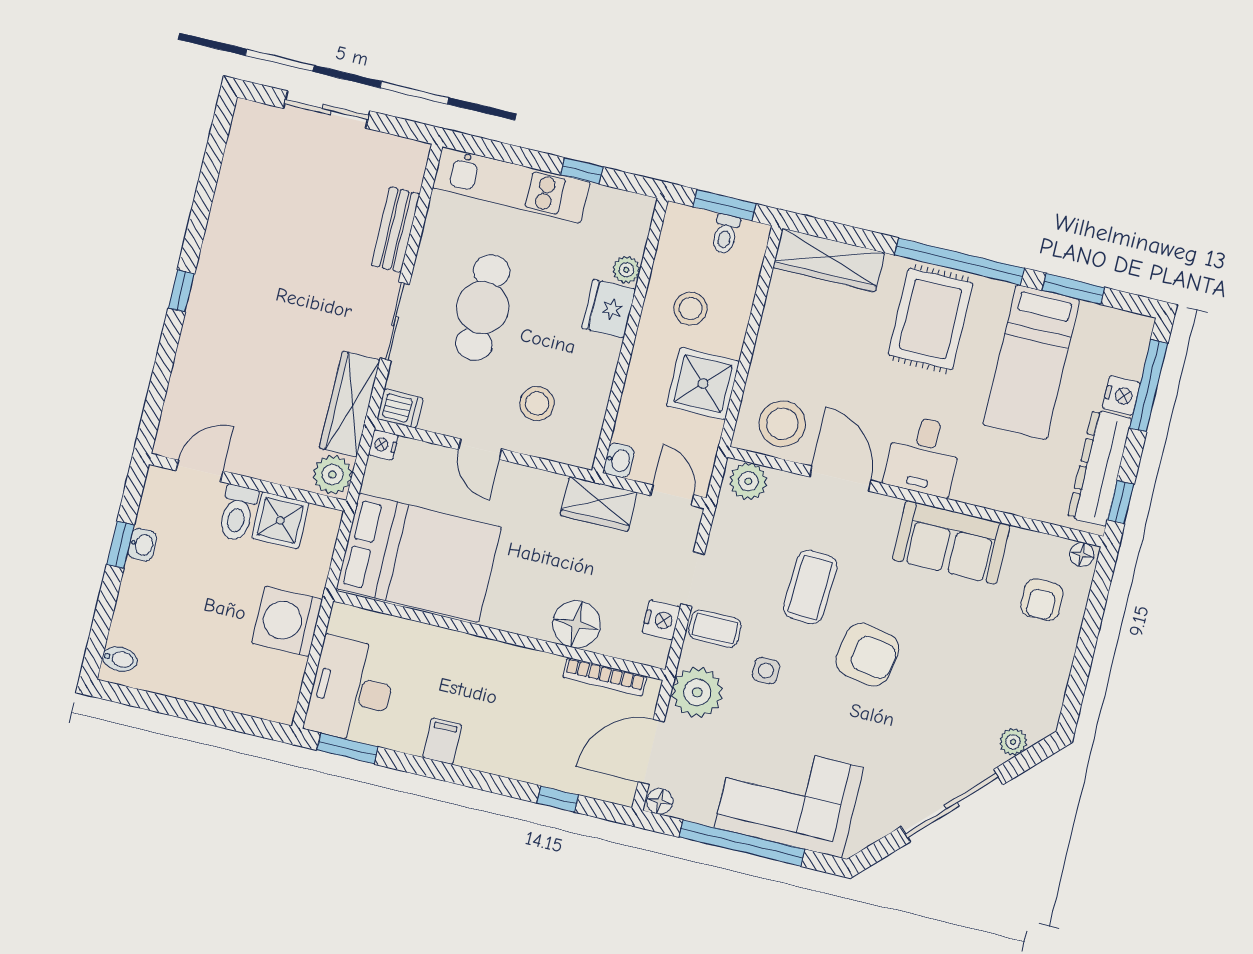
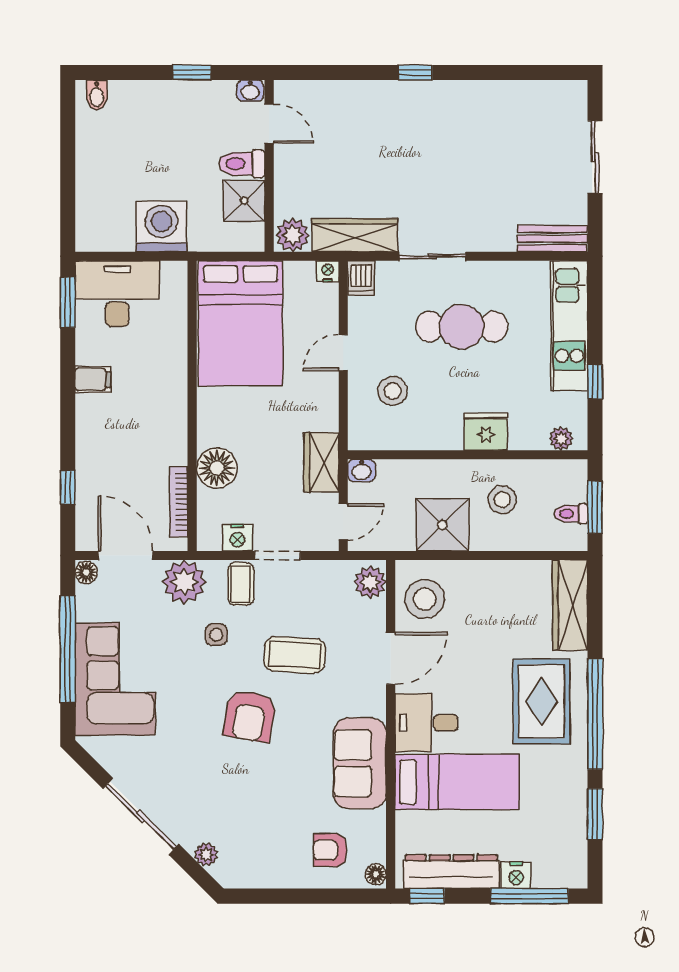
bench: (396, 230) -> (552, 239), moved
plant: (626, 270) -> (561, 439), moved
rug: (930, 319) -> (541, 701), turned 90
bed: (1031, 362) -> (457, 782), moved, turned 180
washbasin: (142, 545) -> (250, 91), moved

